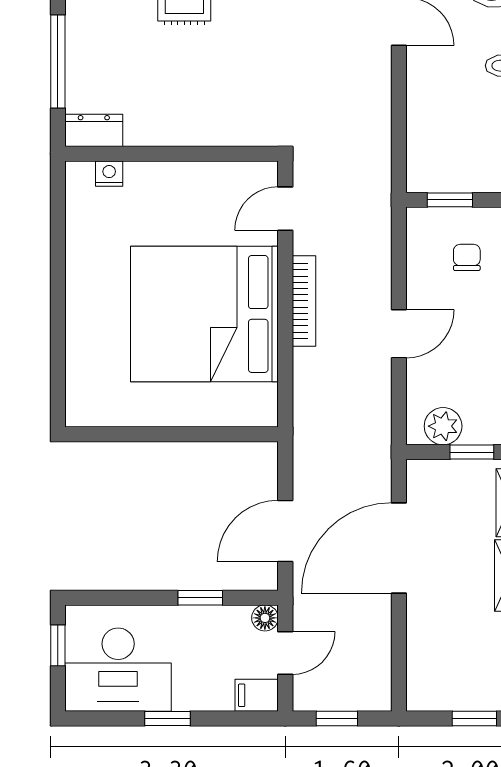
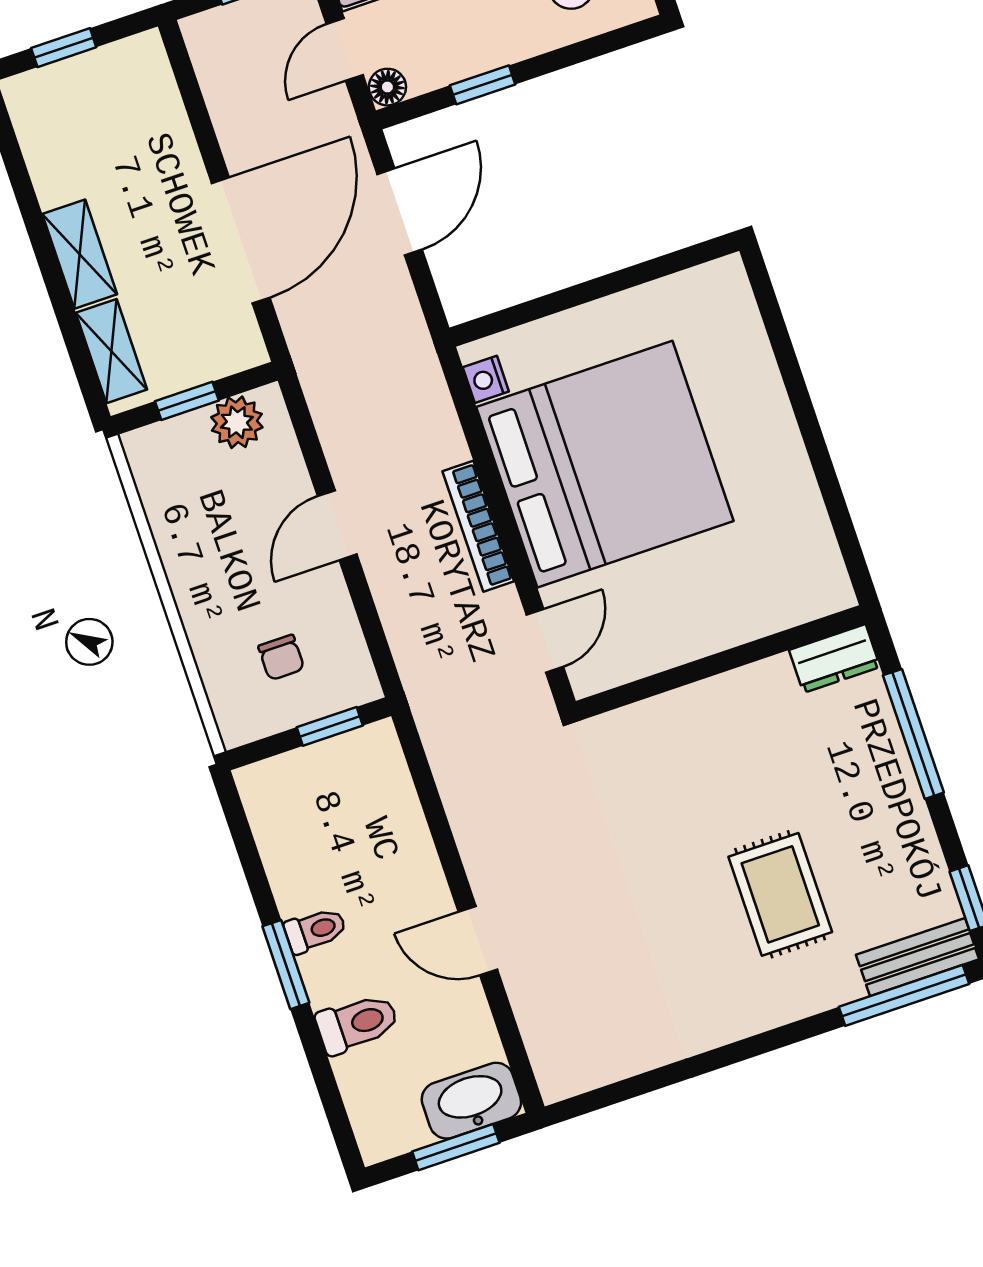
nightstand: (109, 174) -> (486, 379), moved, turned 90

